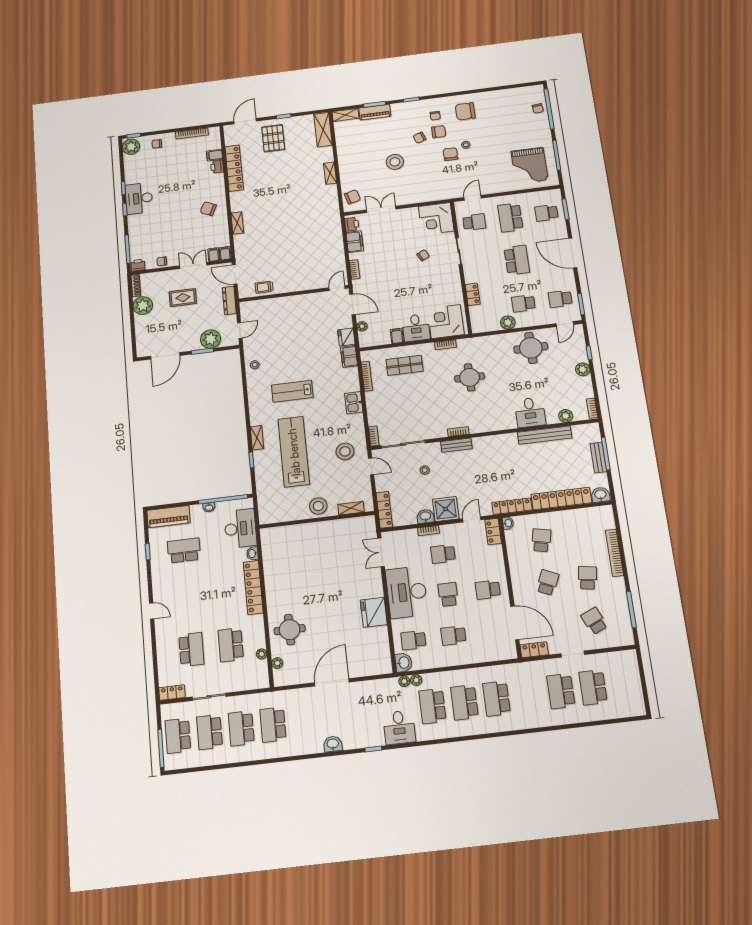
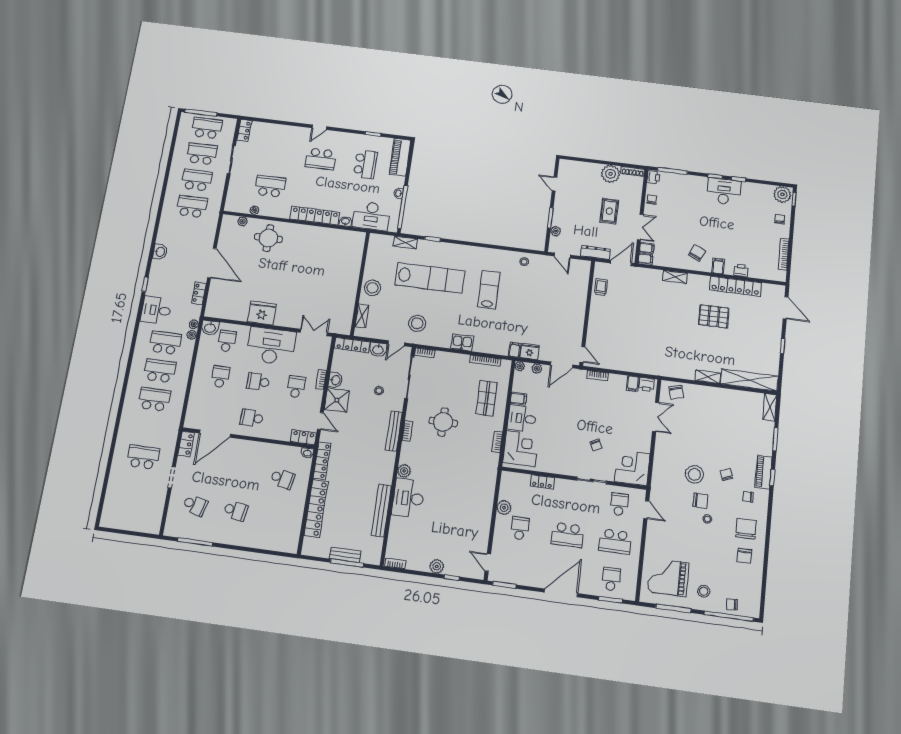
piano: (375, 112) -> (763, 472), moved
shelving: (323, 130) -> (749, 380), width x1.47
chair: (439, 132) -> (744, 556), moved
stool: (533, 134) -> (704, 591), added
pallet: (273, 138) -> (714, 316), moved
filing cabinet: (214, 155) -> (718, 266), moved
stool: (395, 162) -> (694, 474), moved
school desk: (510, 218) -> (615, 541), turned 180
school desk: (474, 222) -> (619, 504), turned 180
filing cabinet: (355, 242) -> (633, 384), width x0.50
school desk: (560, 299) -> (515, 566), removed
plant: (211, 339) -> (556, 231), width x0.53, depth x0.53
plant: (364, 343) -> (520, 366), added
round table: (531, 348) -> (472, 522), removed
door: (165, 356) -> (555, 184), width x0.53
filing cabinet: (349, 356) -> (515, 350), width x0.50
round table: (470, 377) -> (443, 422), moved
desk: (530, 412) -> (408, 498), width x1.37
plant: (566, 416) -> (404, 471), moved
shelving: (257, 438) -> (405, 242), moved
bench: (456, 445) -> (394, 431), width x1.36
washbasin: (600, 495) -> (378, 349), moved, turned 90
bookcase: (614, 553) -> (251, 542), removed
school desk: (548, 583) -> (242, 473), removed
school desk: (488, 590) -> (252, 418), turned -90
school desk: (448, 594) -> (258, 382), turned 180
school desk: (594, 621) -> (195, 505), turned 39
school desk: (191, 649) -> (321, 159), moved
locker: (369, 686) -> (199, 293), added
school desk: (593, 687) -> (137, 486), removed

